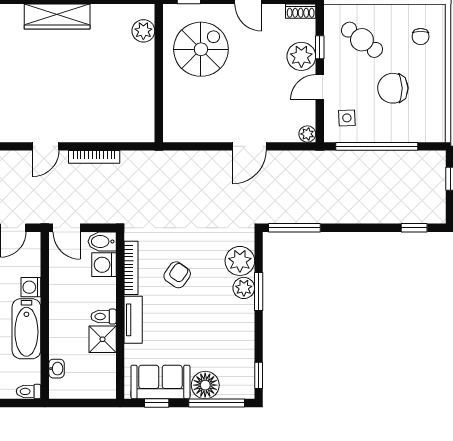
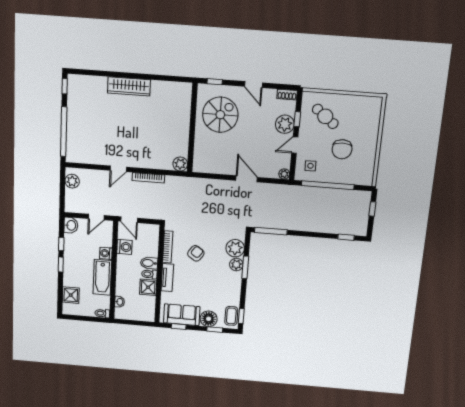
plant: (143, 31) -> (180, 164), moved
chair: (421, 37) -> (364, 117), removed
chair: (393, 88) -> (342, 149), turned -89
door: (249, 146) -> (247, 179), swing flipped
bidet: (102, 241) -> (149, 263), moved
washing machine: (104, 265) -> (124, 247), moved, turned 180
coffee table: (242, 377) -> (231, 316), added
window: (217, 403) -> (215, 330), width x0.46

